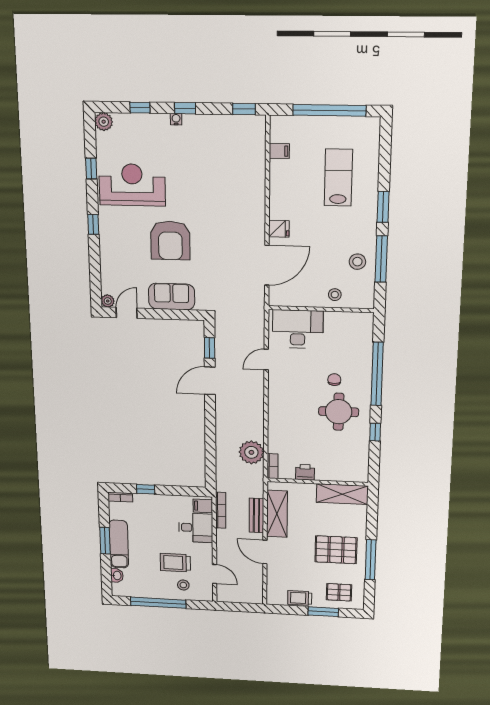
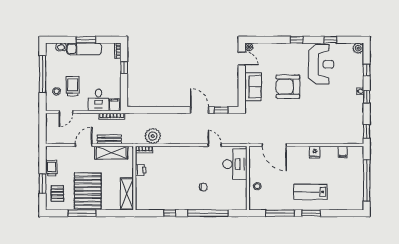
lab bench: (338, 178) -> (310, 192), moved, turned 180
fridge: (279, 229) -> (315, 152), moved
stool: (357, 262) -> (278, 199), removed
round table: (339, 412) -> (182, 190), removed
pallet: (336, 550) -> (88, 191), width x1.37, depth x1.41

